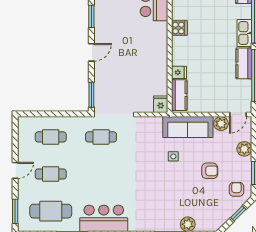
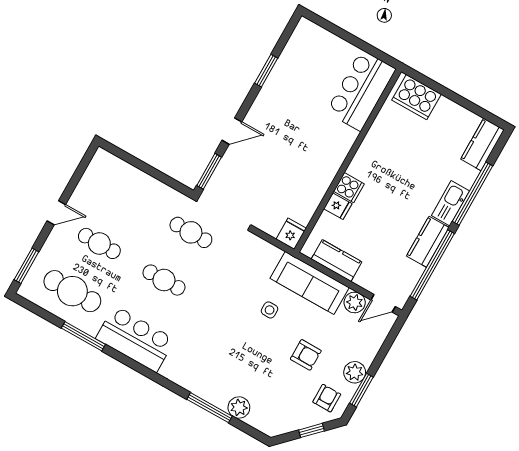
cooker: (179, 28) -> (349, 188), moved
door: (91, 52) -> (232, 131), moved
kitchen counter: (179, 95) -> (337, 261), moved, turned -90
cafe table: (51, 137) -> (164, 280), moved
plant: (244, 149) -> (355, 372), moved

